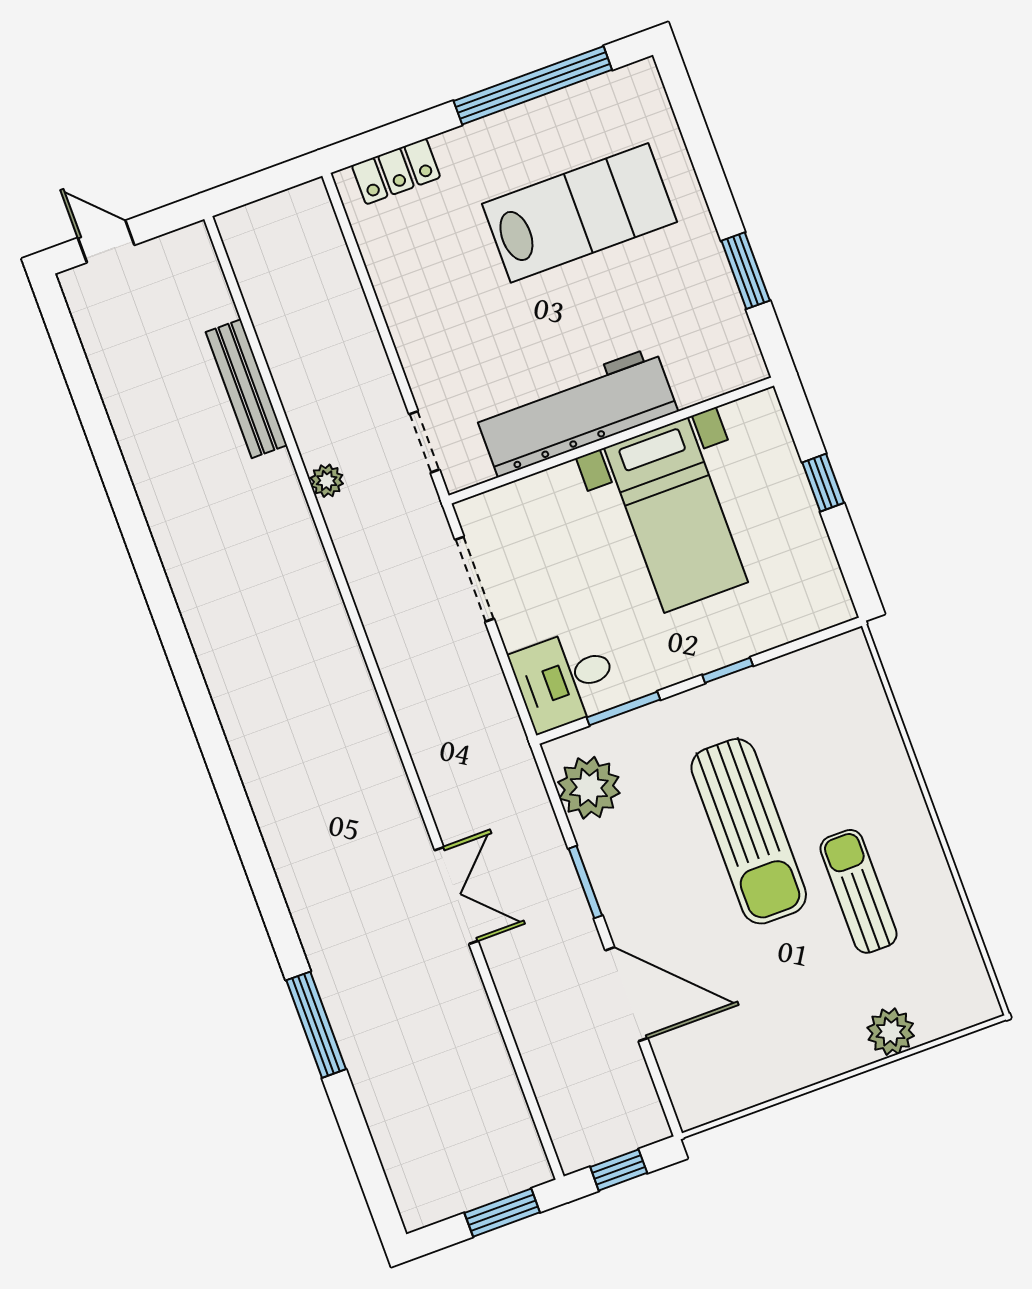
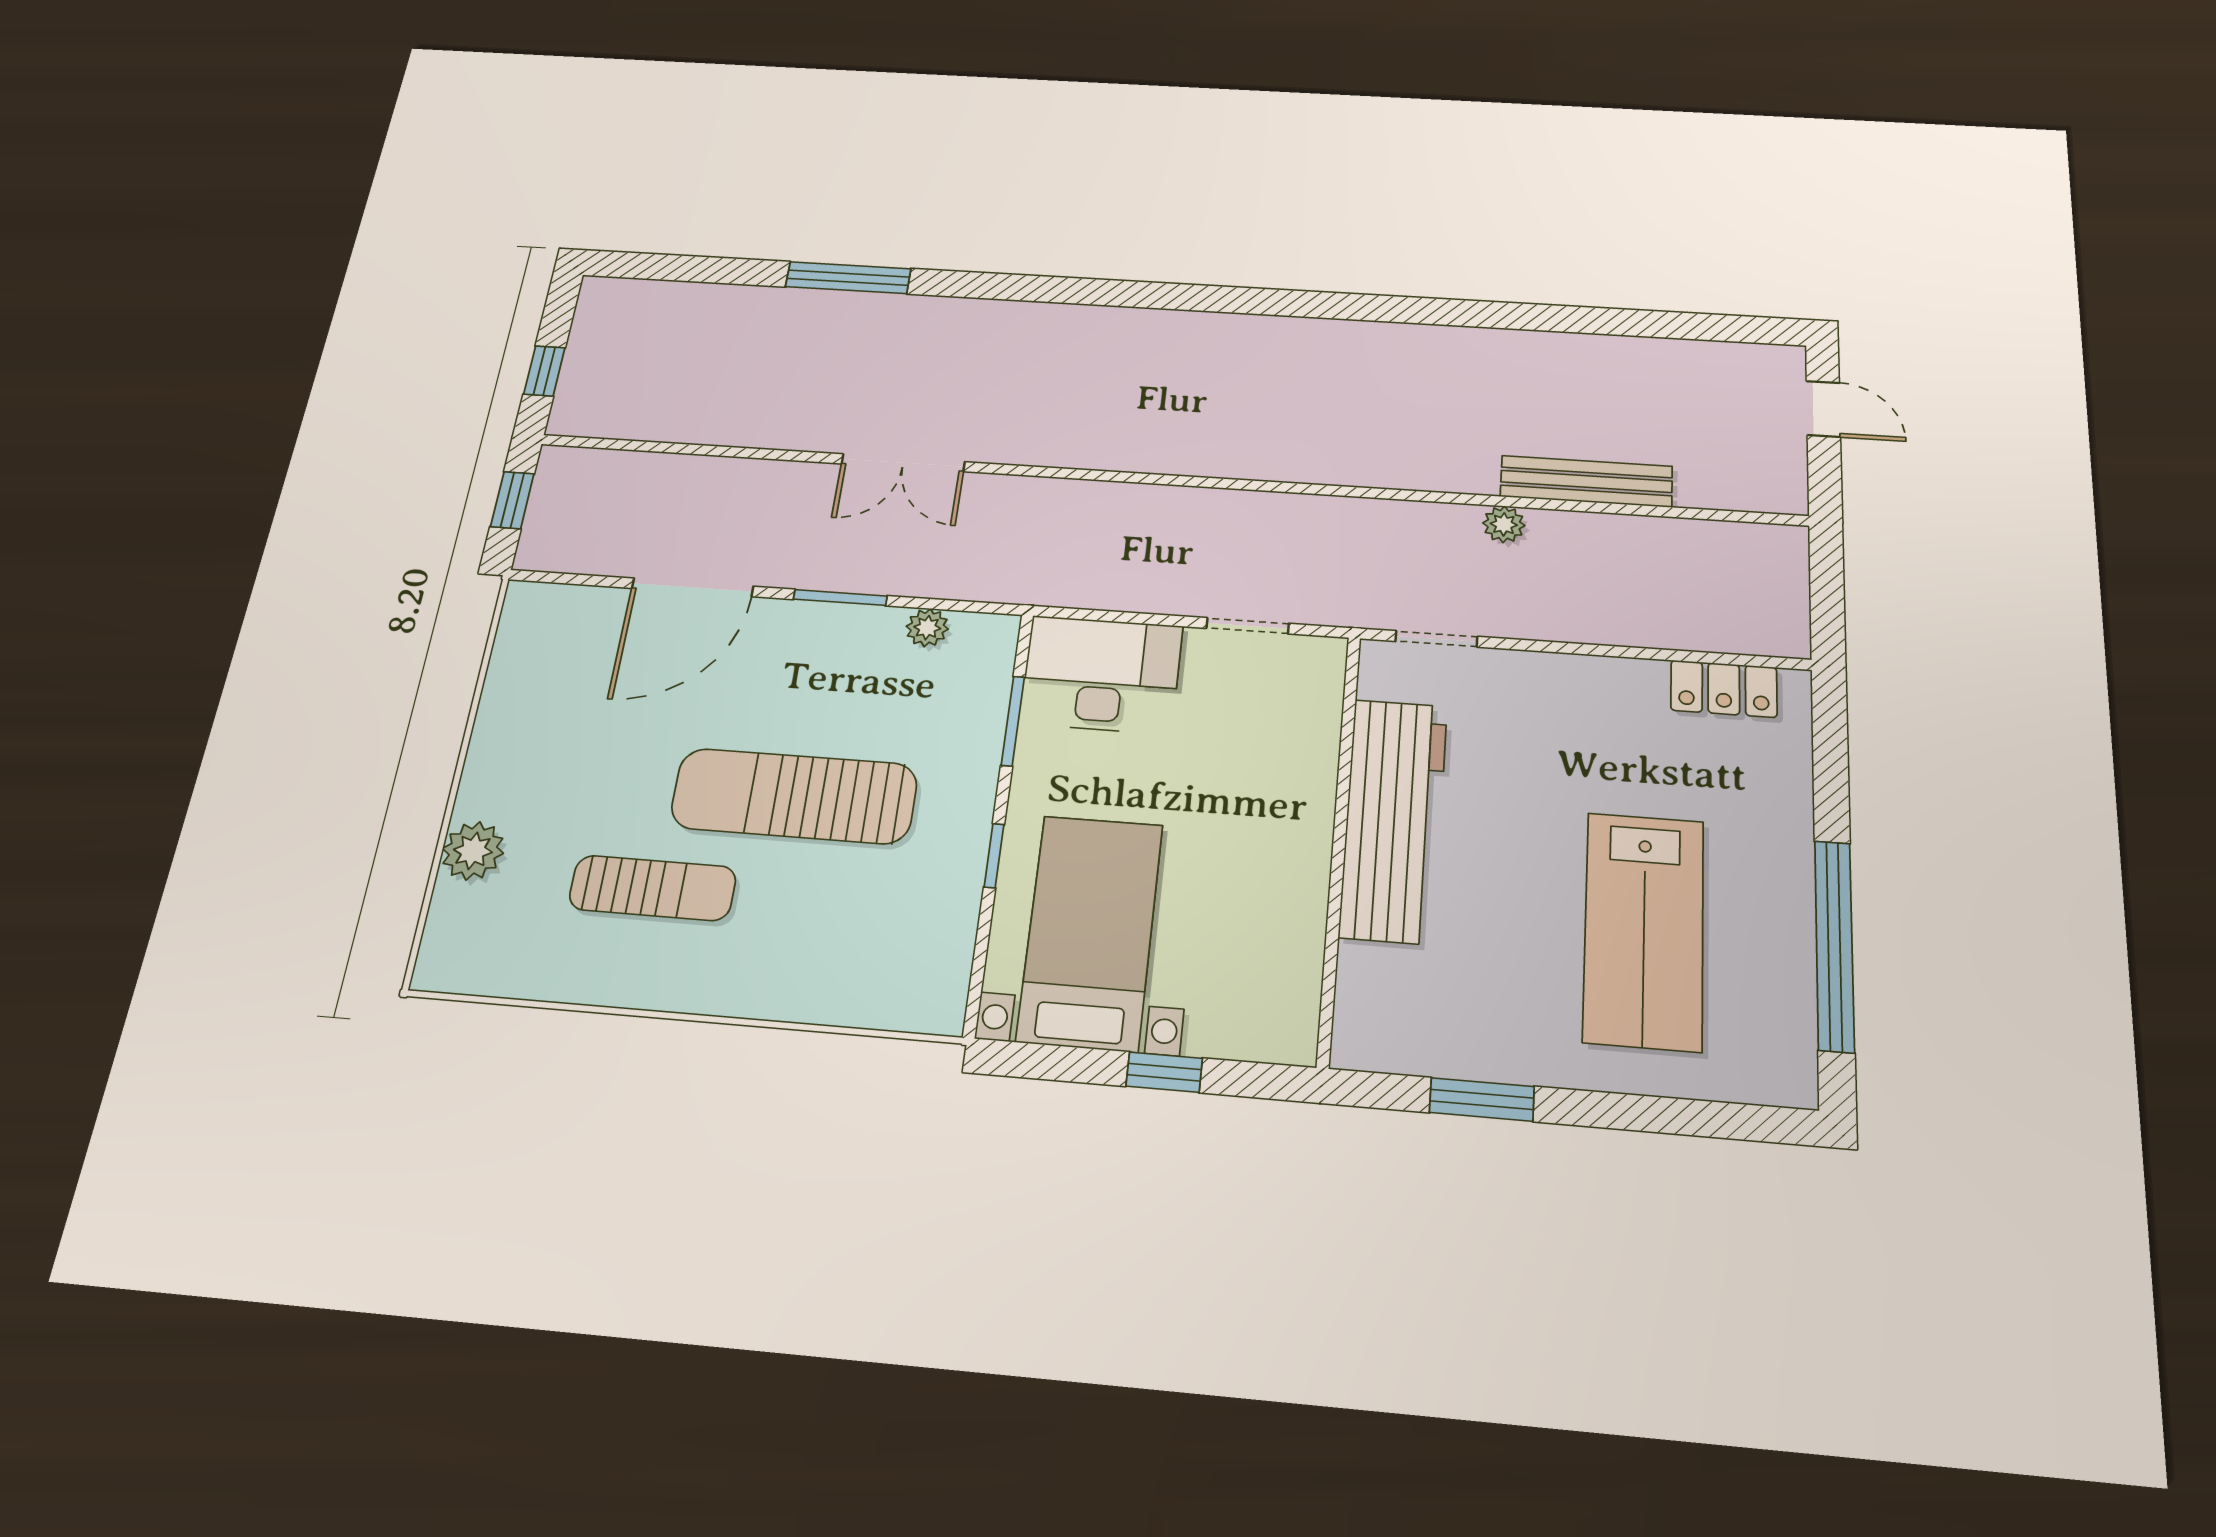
locker: (396, 171) -> (1724, 689), moved, turned -90
door: (106, 241) -> (1823, 409), hinge flipped
plant: (327, 481) -> (1504, 524), moved
bed with nightstands: (676, 515) -> (1090, 932), moved, turned 90
doorway: (475, 579) -> (1248, 626), width x0.73
desk: (565, 679) -> (1101, 675), width x1.37
plant: (589, 788) -> (927, 628), width x0.53, depth x0.53
window: (502, 1213) -> (544, 371), width x0.67

